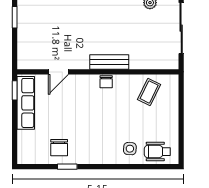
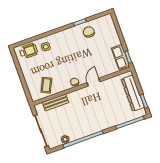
dresser: (27, 35) -> (133, 93), added
bench: (109, 62) -> (56, 102), moved
door: (58, 72) -> (93, 82), moved
row of seats: (26, 103) -> (121, 57), width x0.68

